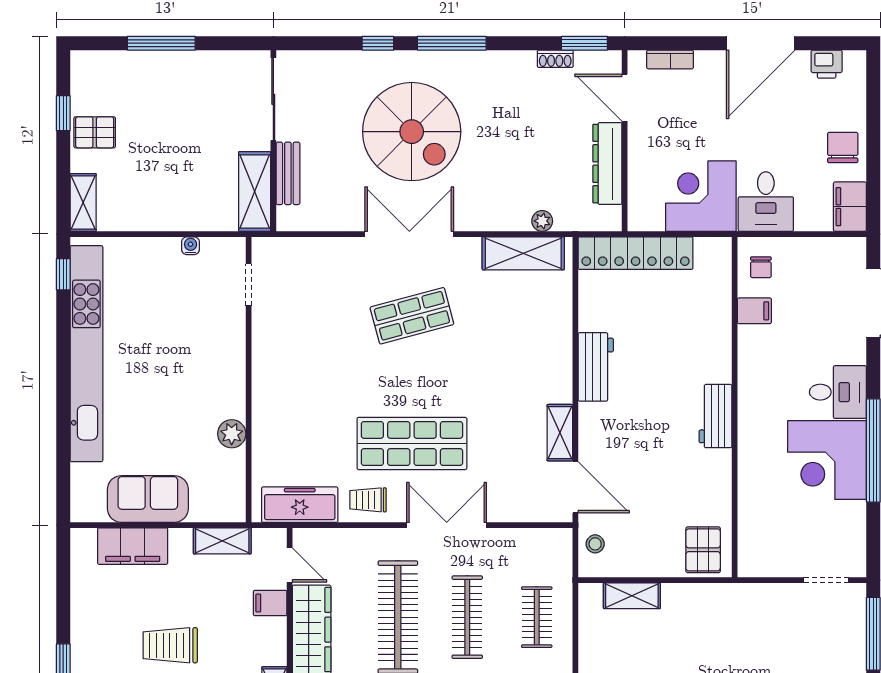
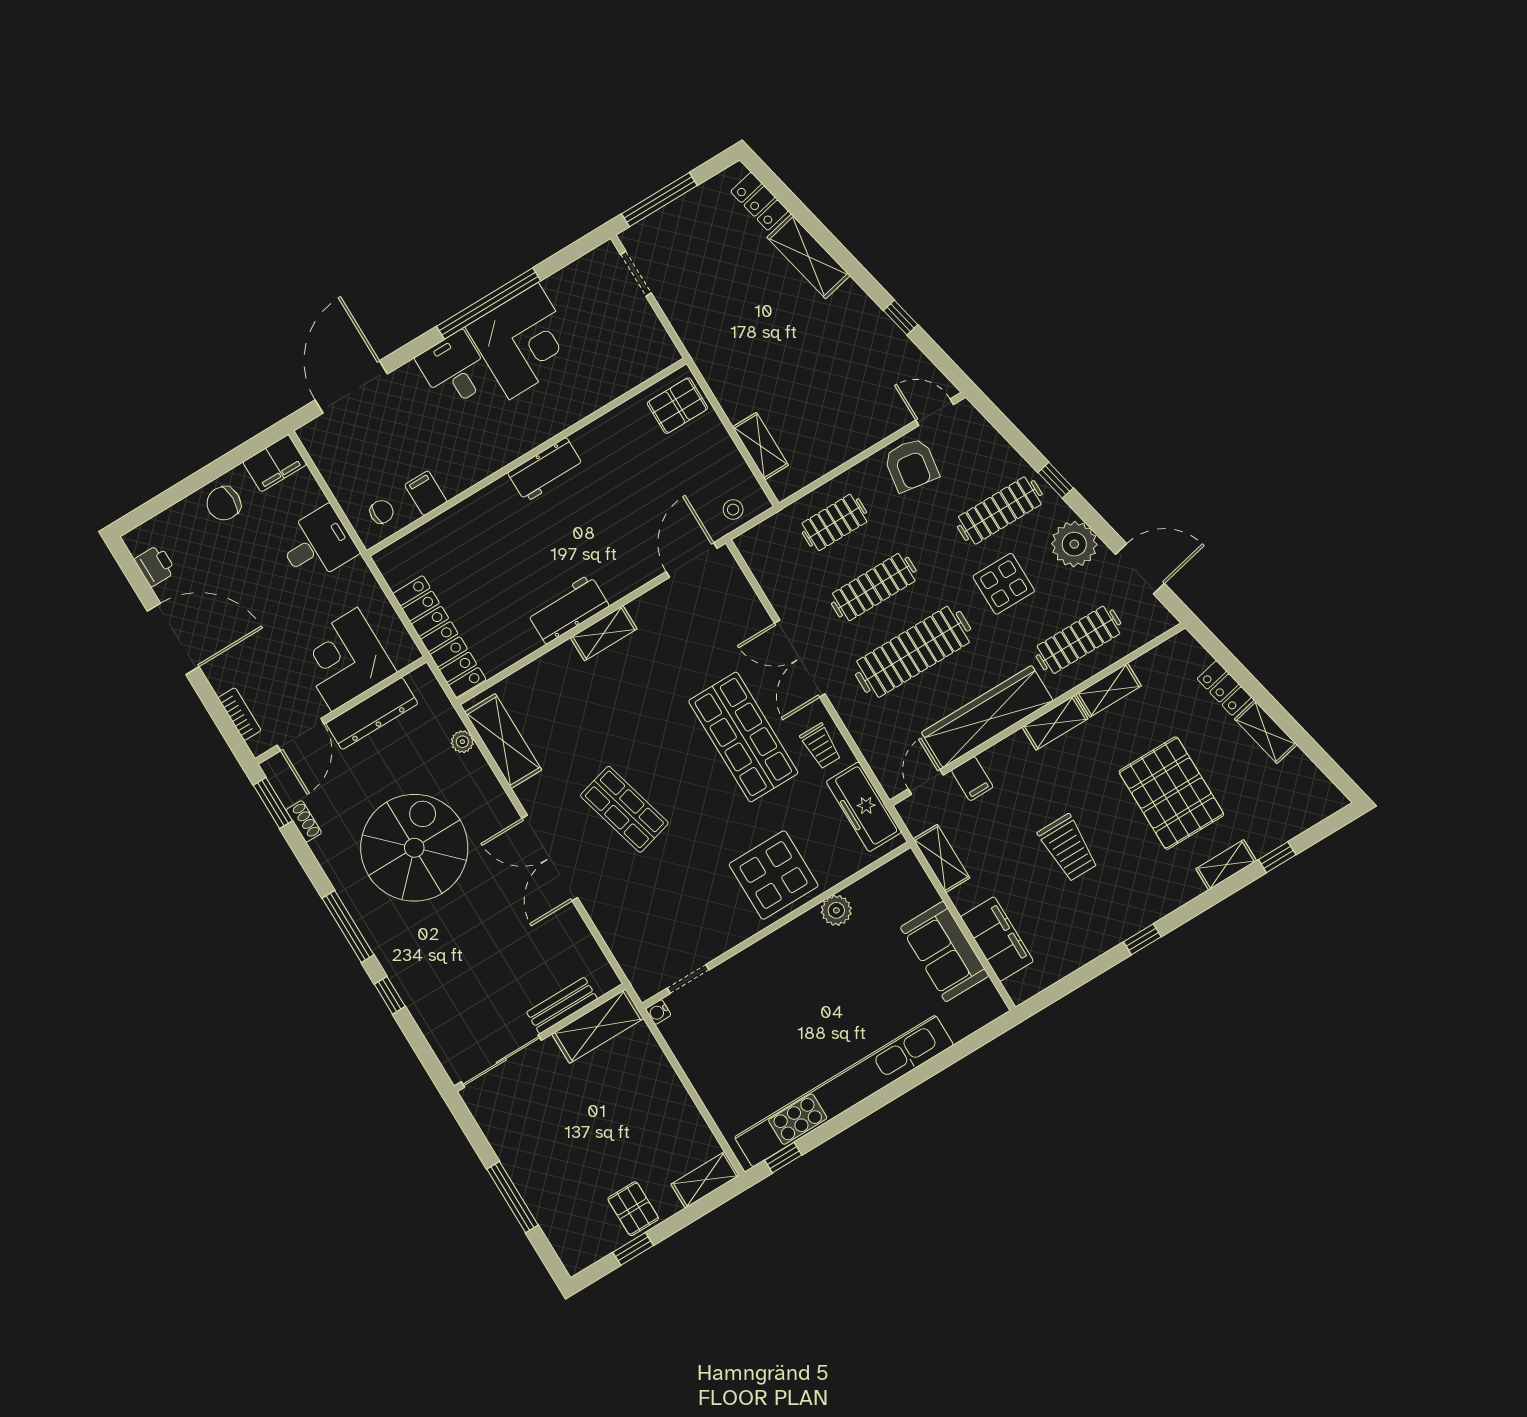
spiral stairs: (412, 132) -> (414, 848), moved
corner desk: (701, 196) -> (345, 660), moved, turned 90
water cooler: (191, 246) -> (658, 1012), moved
display table: (289, 401) -> (774, 875), added
shelving: (560, 433) -> (604, 633), moved

